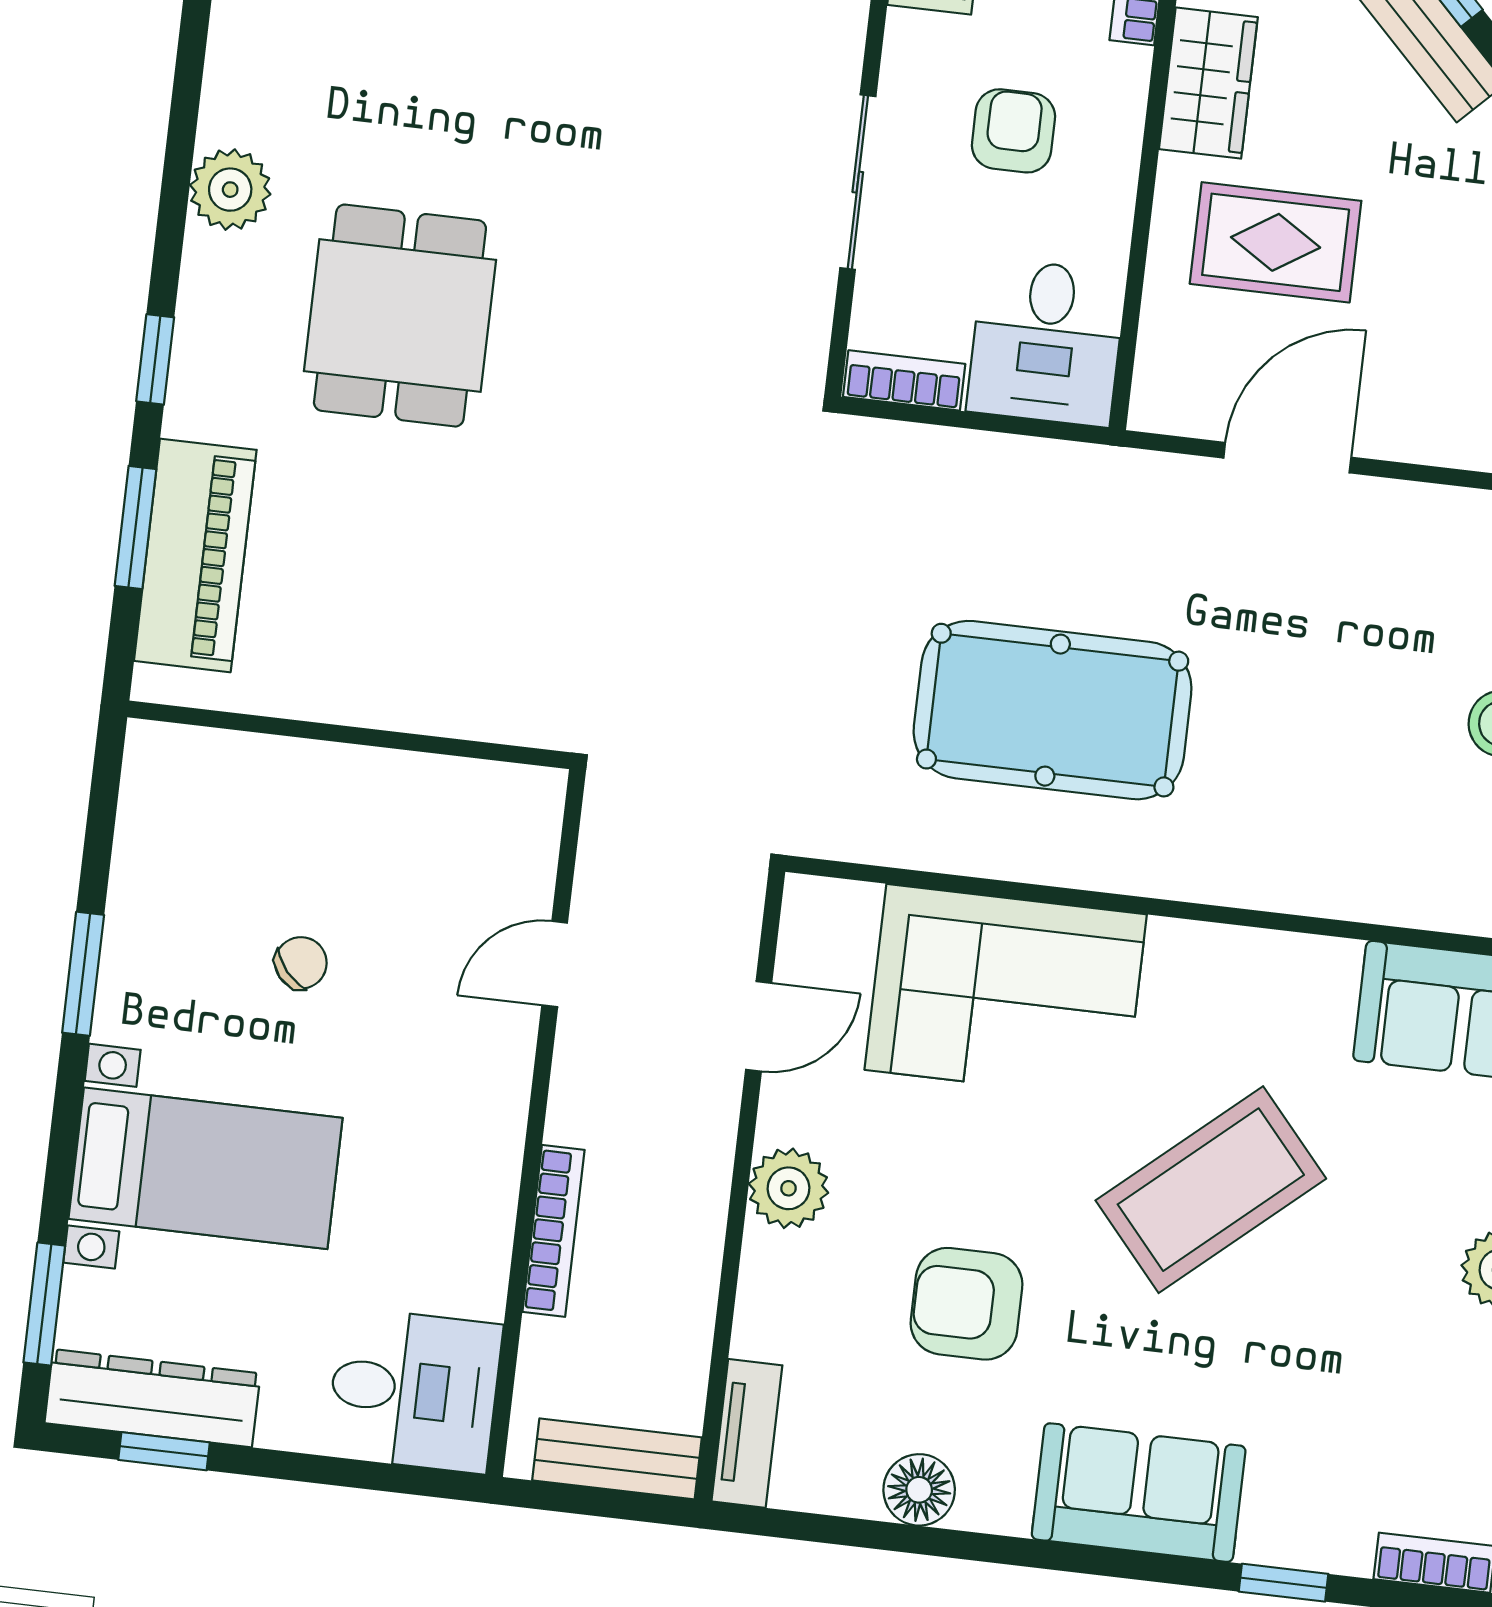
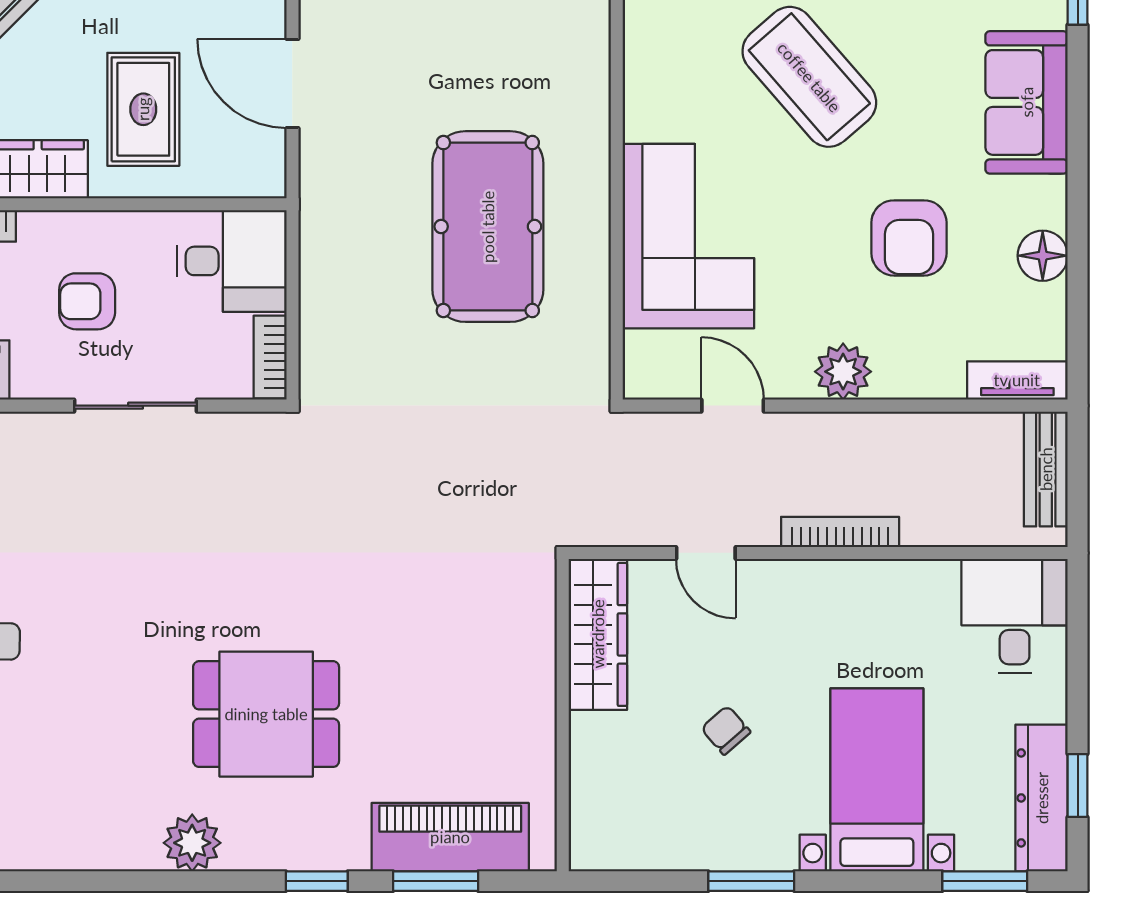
wardrobe: (457, 798) -> (598, 634), added
bookcase: (553, 1231) -> (840, 532), moved

